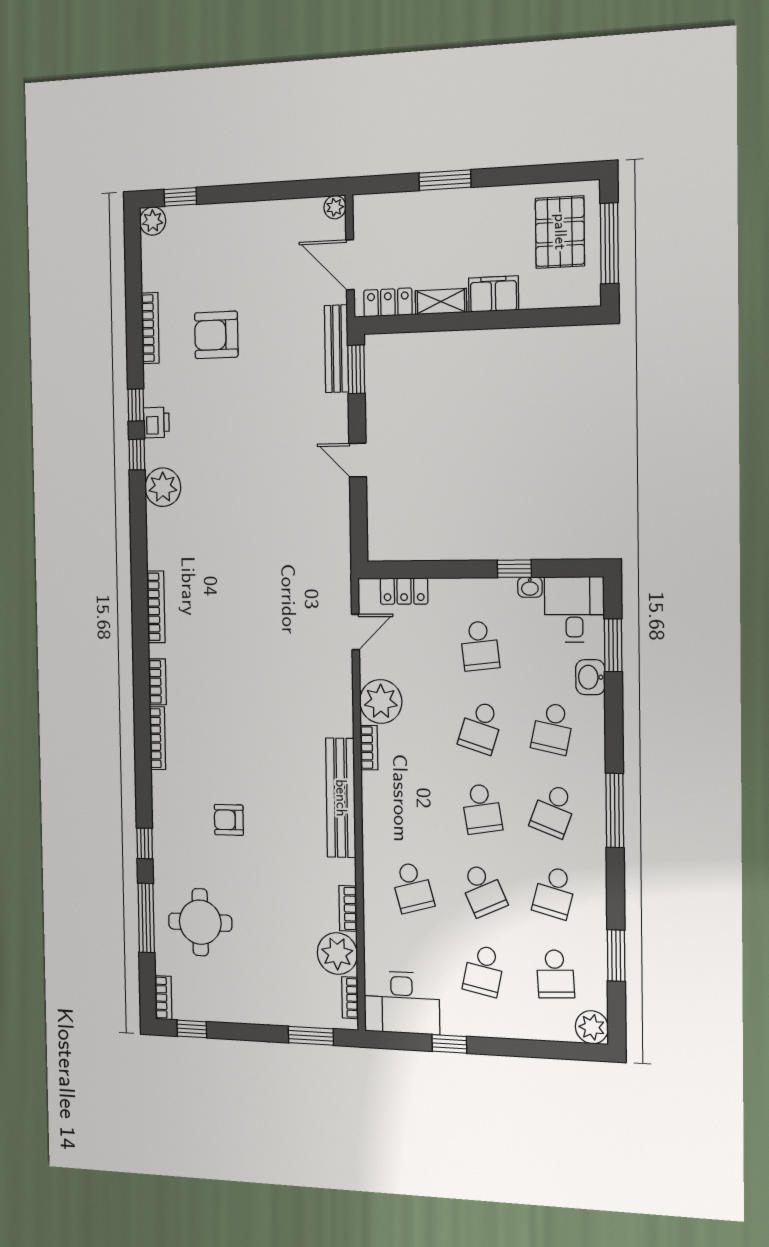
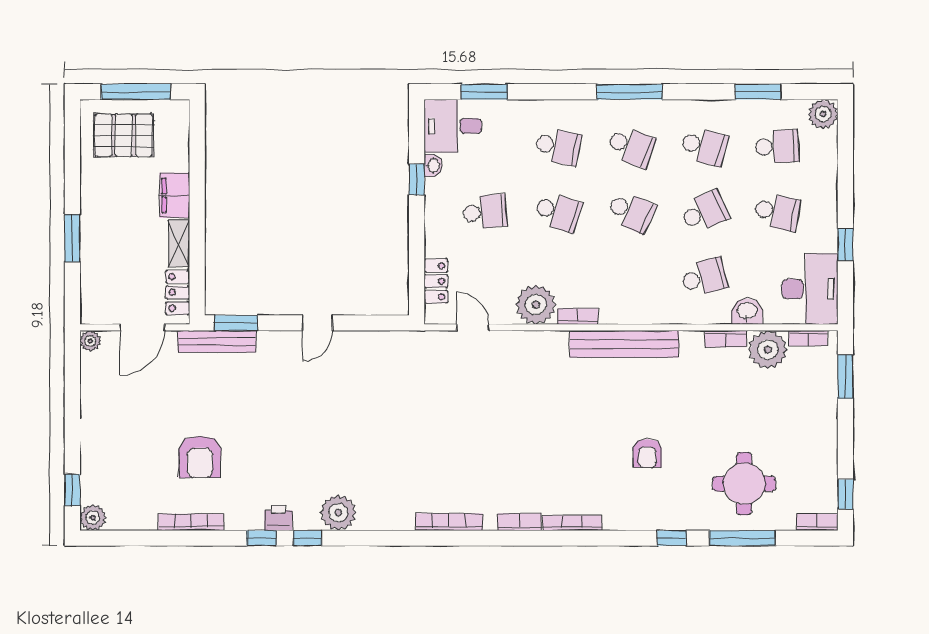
washbasin: (590, 677) -> (747, 311), moved, turned 180
school desk: (482, 809) -> (631, 212), turned 33

